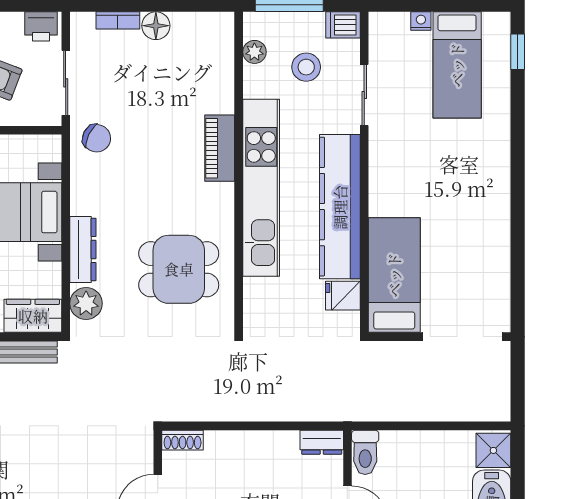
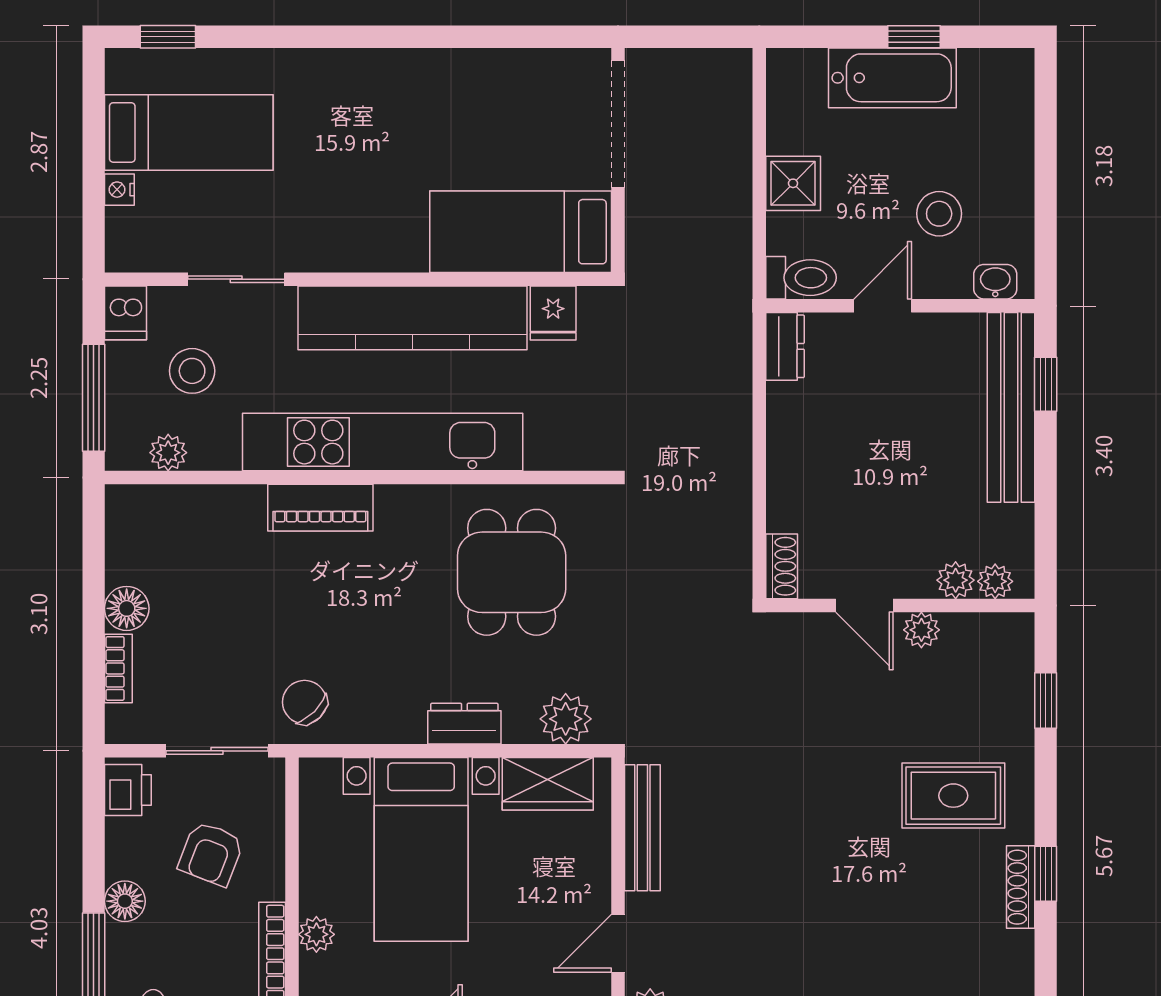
chair: (97, 138) -> (305, 702), turned -71
dresser: (83, 249) -> (464, 724), width x0.70
wardrobe: (33, 316) -> (548, 784), moved, turned -90
shower: (493, 450) -> (793, 183), moved

